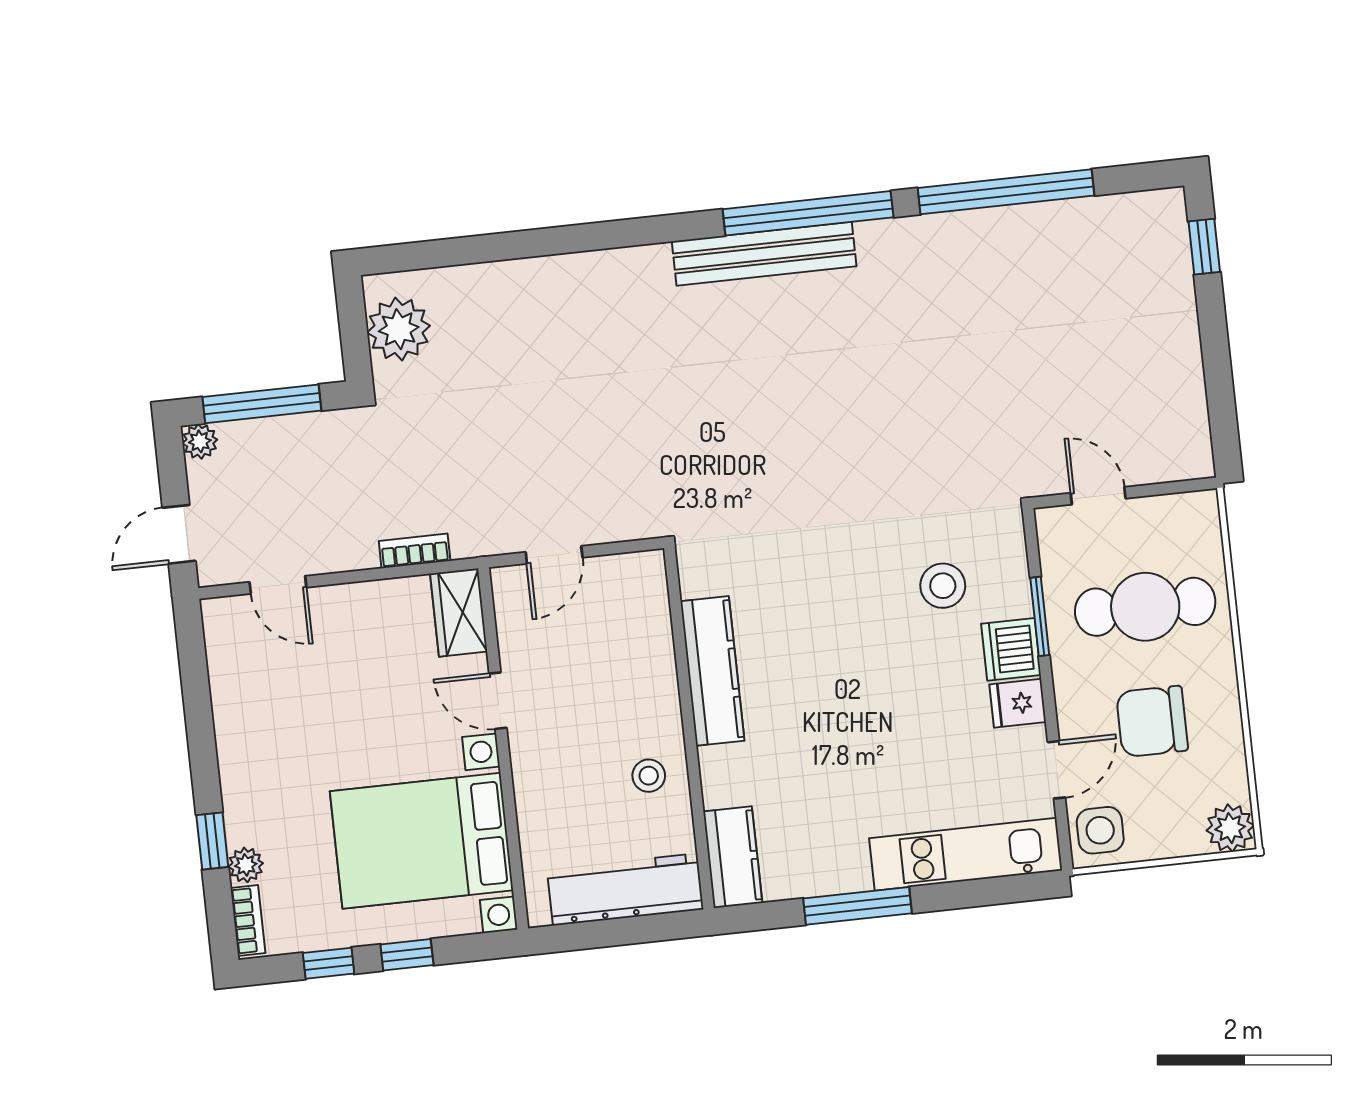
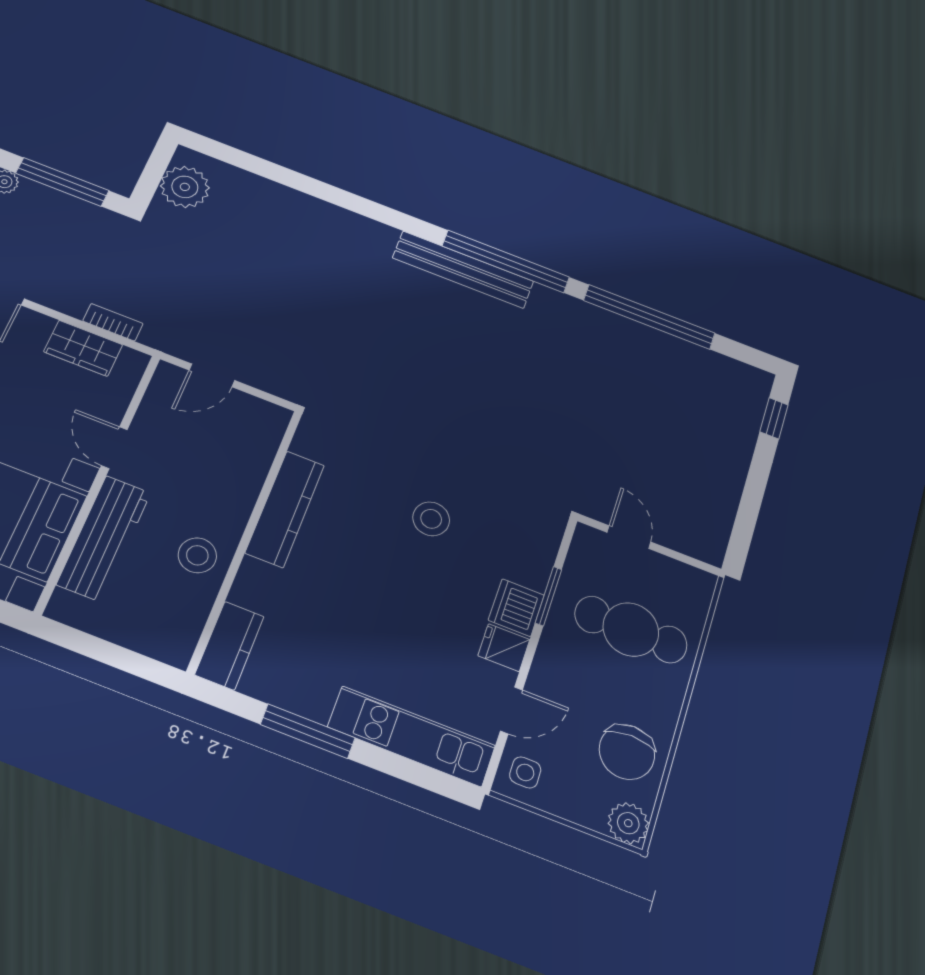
stool: (943, 586) -> (431, 519), moved
wardrobe: (459, 613) -> (83, 348), moved, turned -90
chair: (1152, 721) -> (627, 752), moved, turned -90
stool: (649, 776) -> (197, 555), width x1.37, depth x1.37
side table: (1100, 830) -> (525, 772), width x0.73, depth x0.73
workbench: (625, 889) -> (104, 538), moved, turned 90

